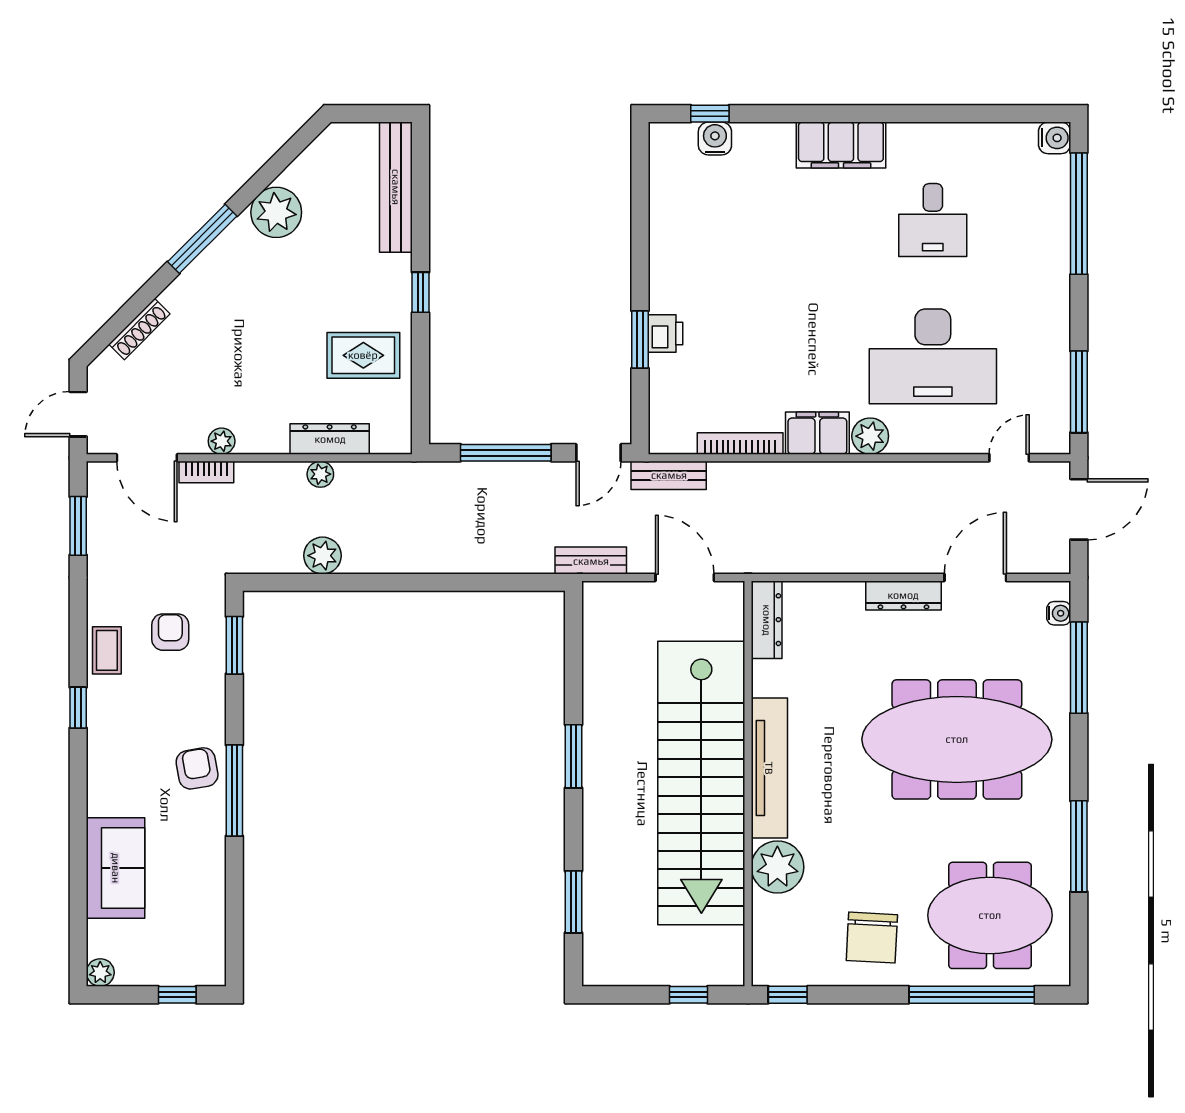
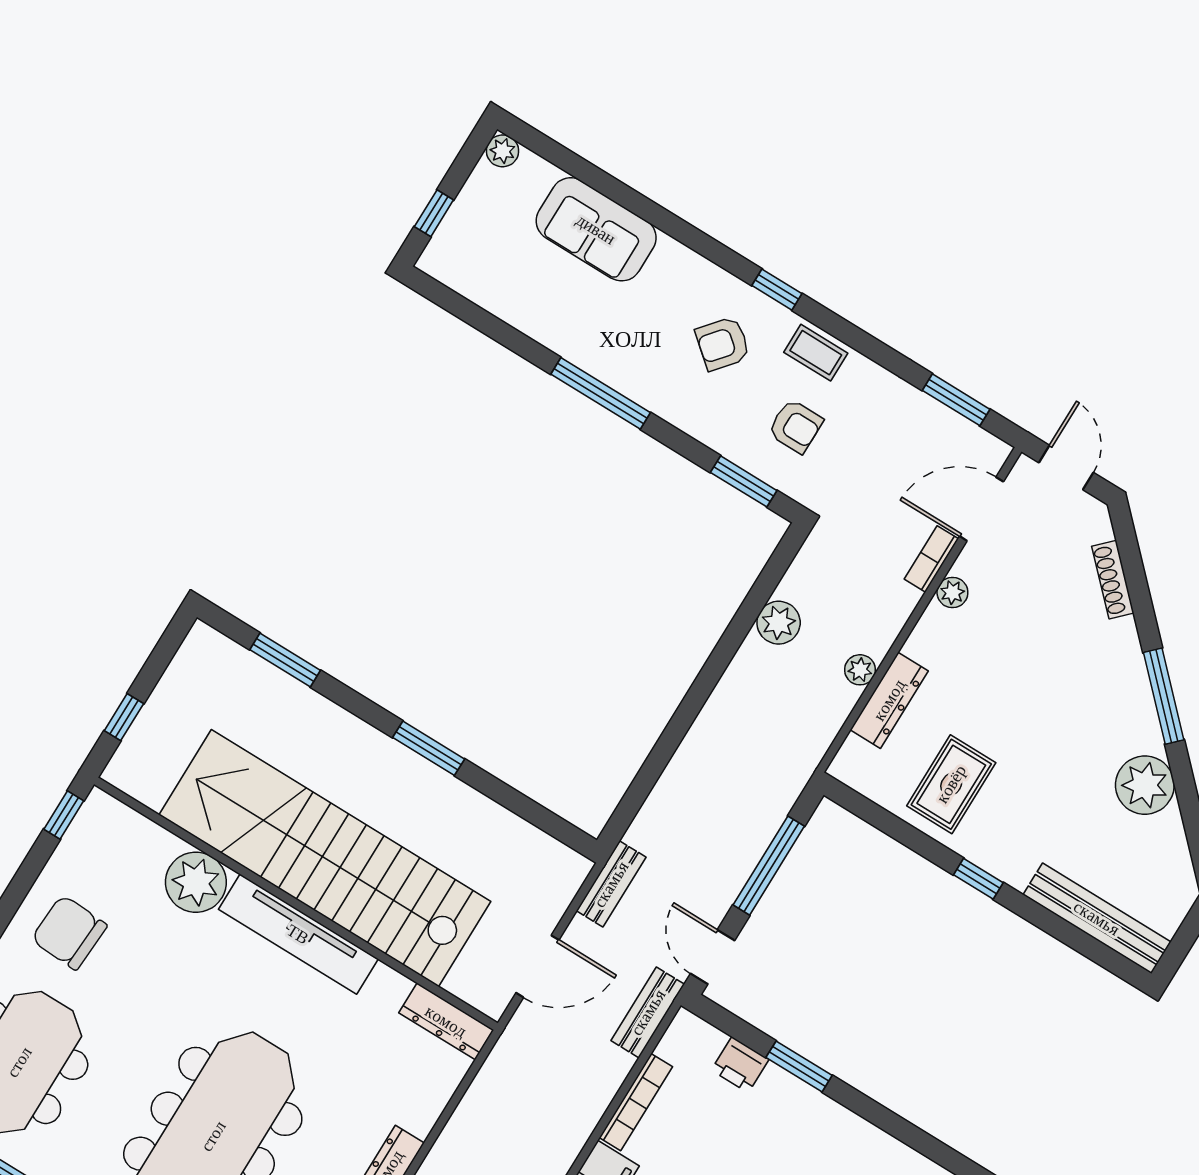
printer: (665, 333) -> (740, 1065), moved
armchair: (197, 768) -> (723, 344), moved, turned 140

